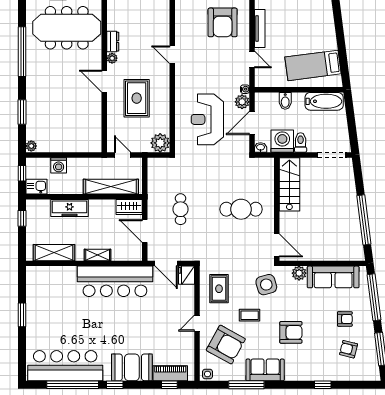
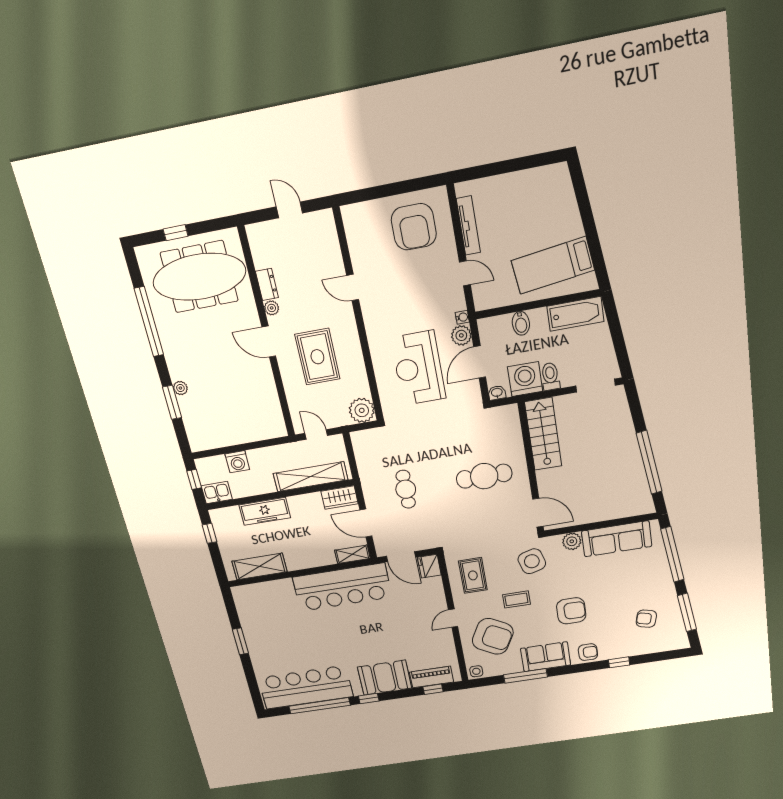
plant: (31, 146) -> (180, 388), moved
shelving: (98, 255) -> (352, 554), moved
armchair: (345, 319) -> (588, 652), moved

